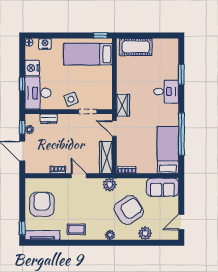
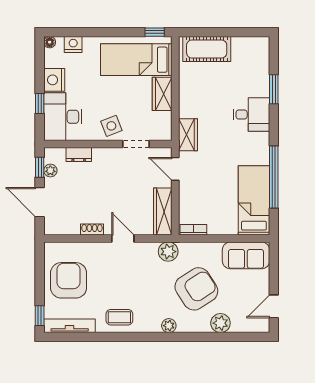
wardrobe: (105, 77) -> (162, 94), added

